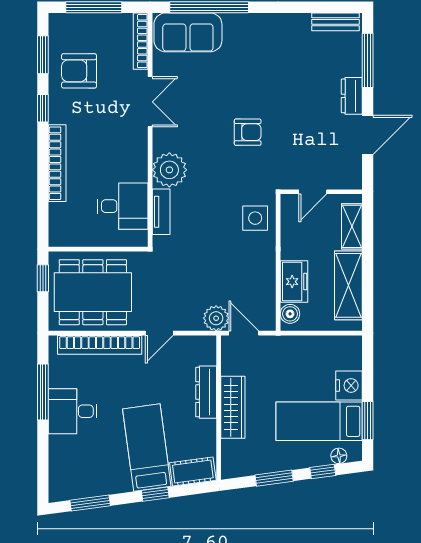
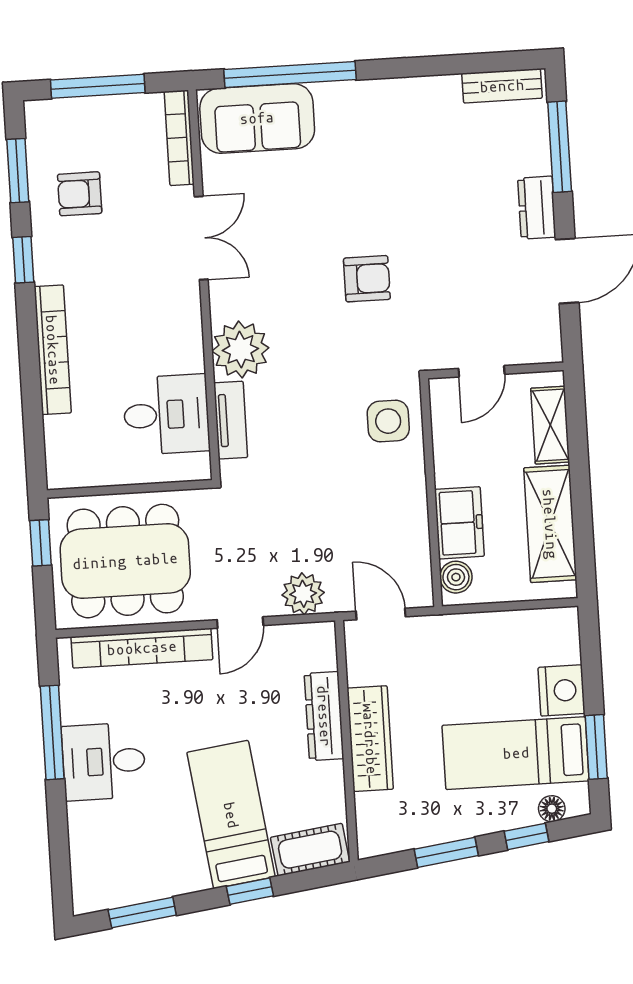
armchair: (79, 71) -> (80, 194), width x0.72, depth x0.72
plant: (216, 318) -> (303, 594), moved

